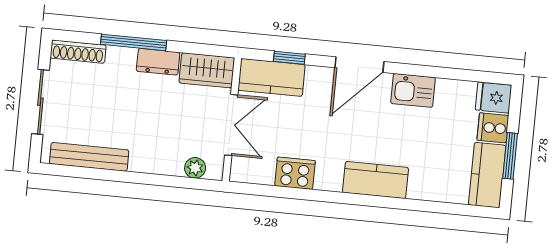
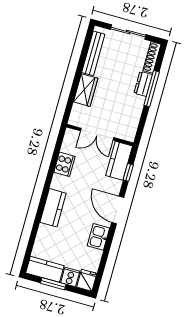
dresser: (158, 62) -> (143, 84), moved
wardrobe: (207, 70) -> (86, 90), moved, turned 180
plant: (195, 168) -> (77, 110), removed

